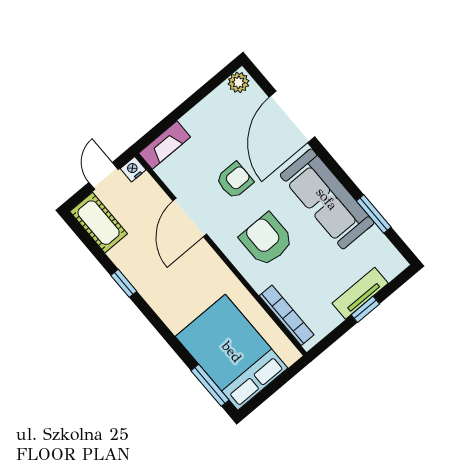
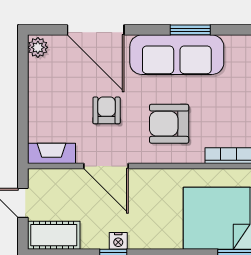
fireplace: (165, 145) -> (51, 153), moved, turned -90
nightstand: (133, 169) -> (118, 241), moved, turned -90
window: (374, 214) -> (190, 30), moved

